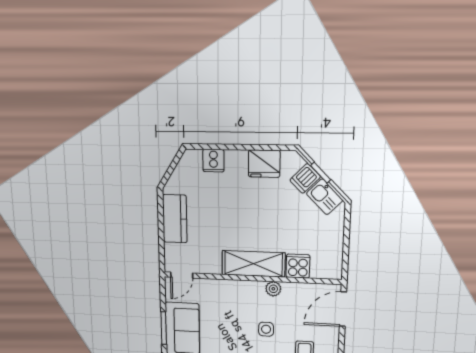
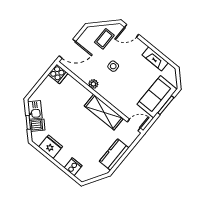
shelving: (253, 264) -> (104, 112), moved
cooker: (298, 266) -> (58, 74), moved, turned -90

